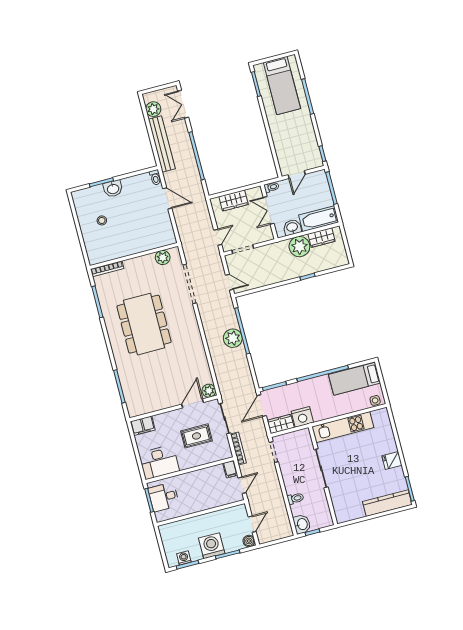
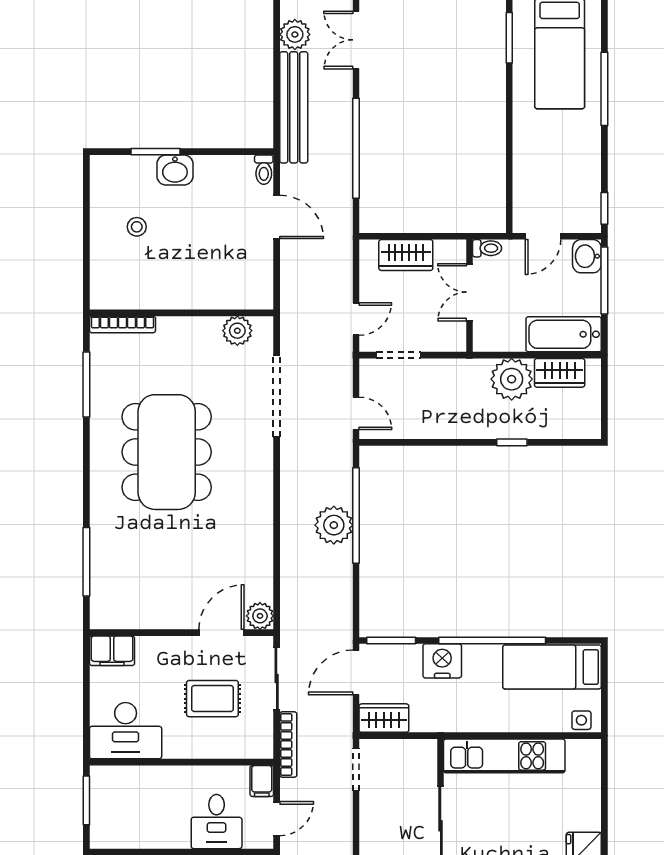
washbasin: (292, 227) -> (587, 256), moved, turned -90
nightstand: (302, 417) -> (442, 661), moved, turned 180
desk: (164, 497) -> (217, 822), moved, turned -90

